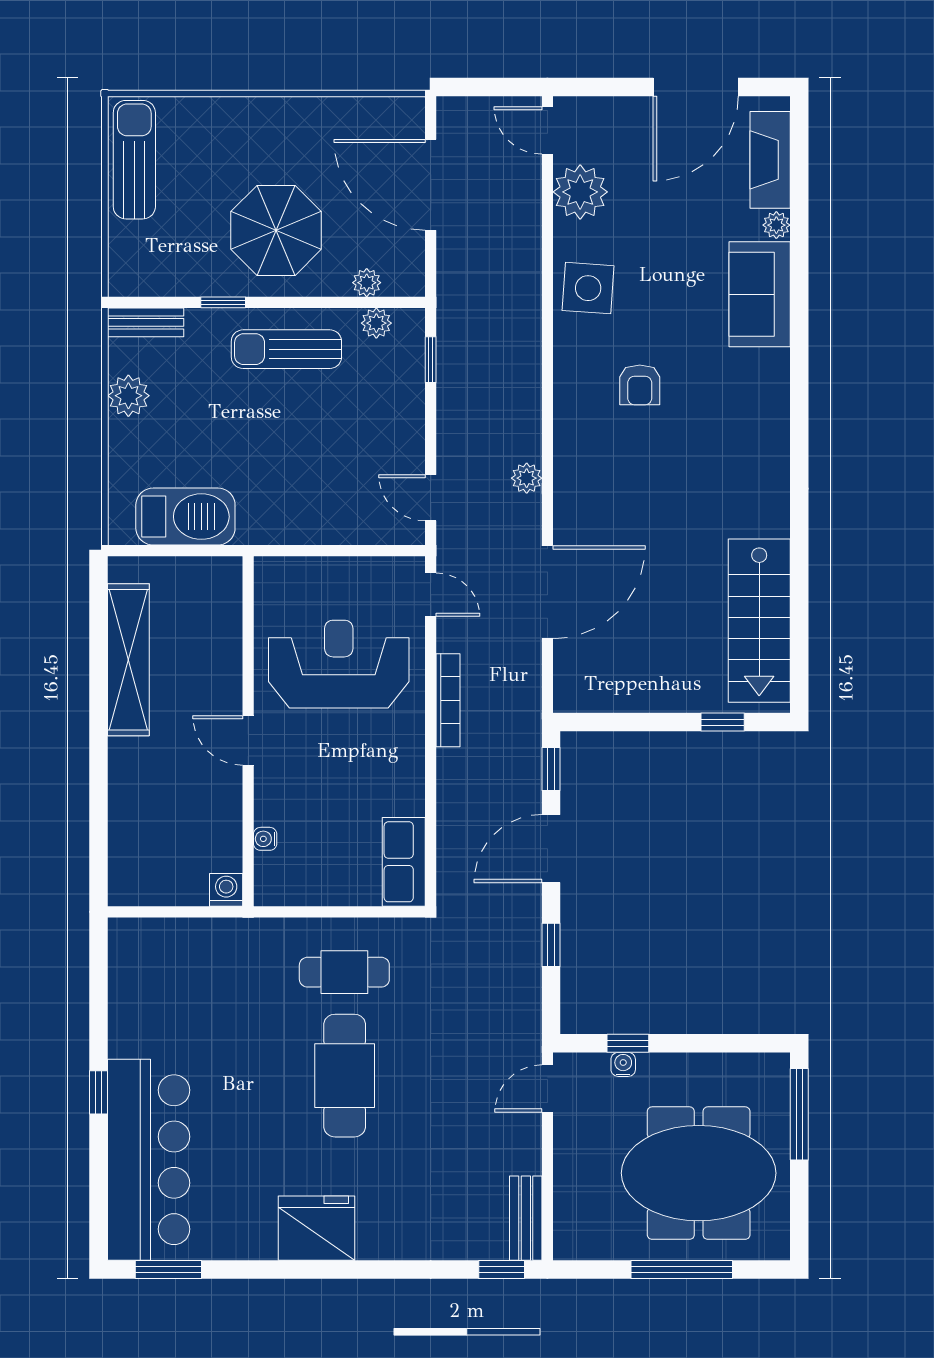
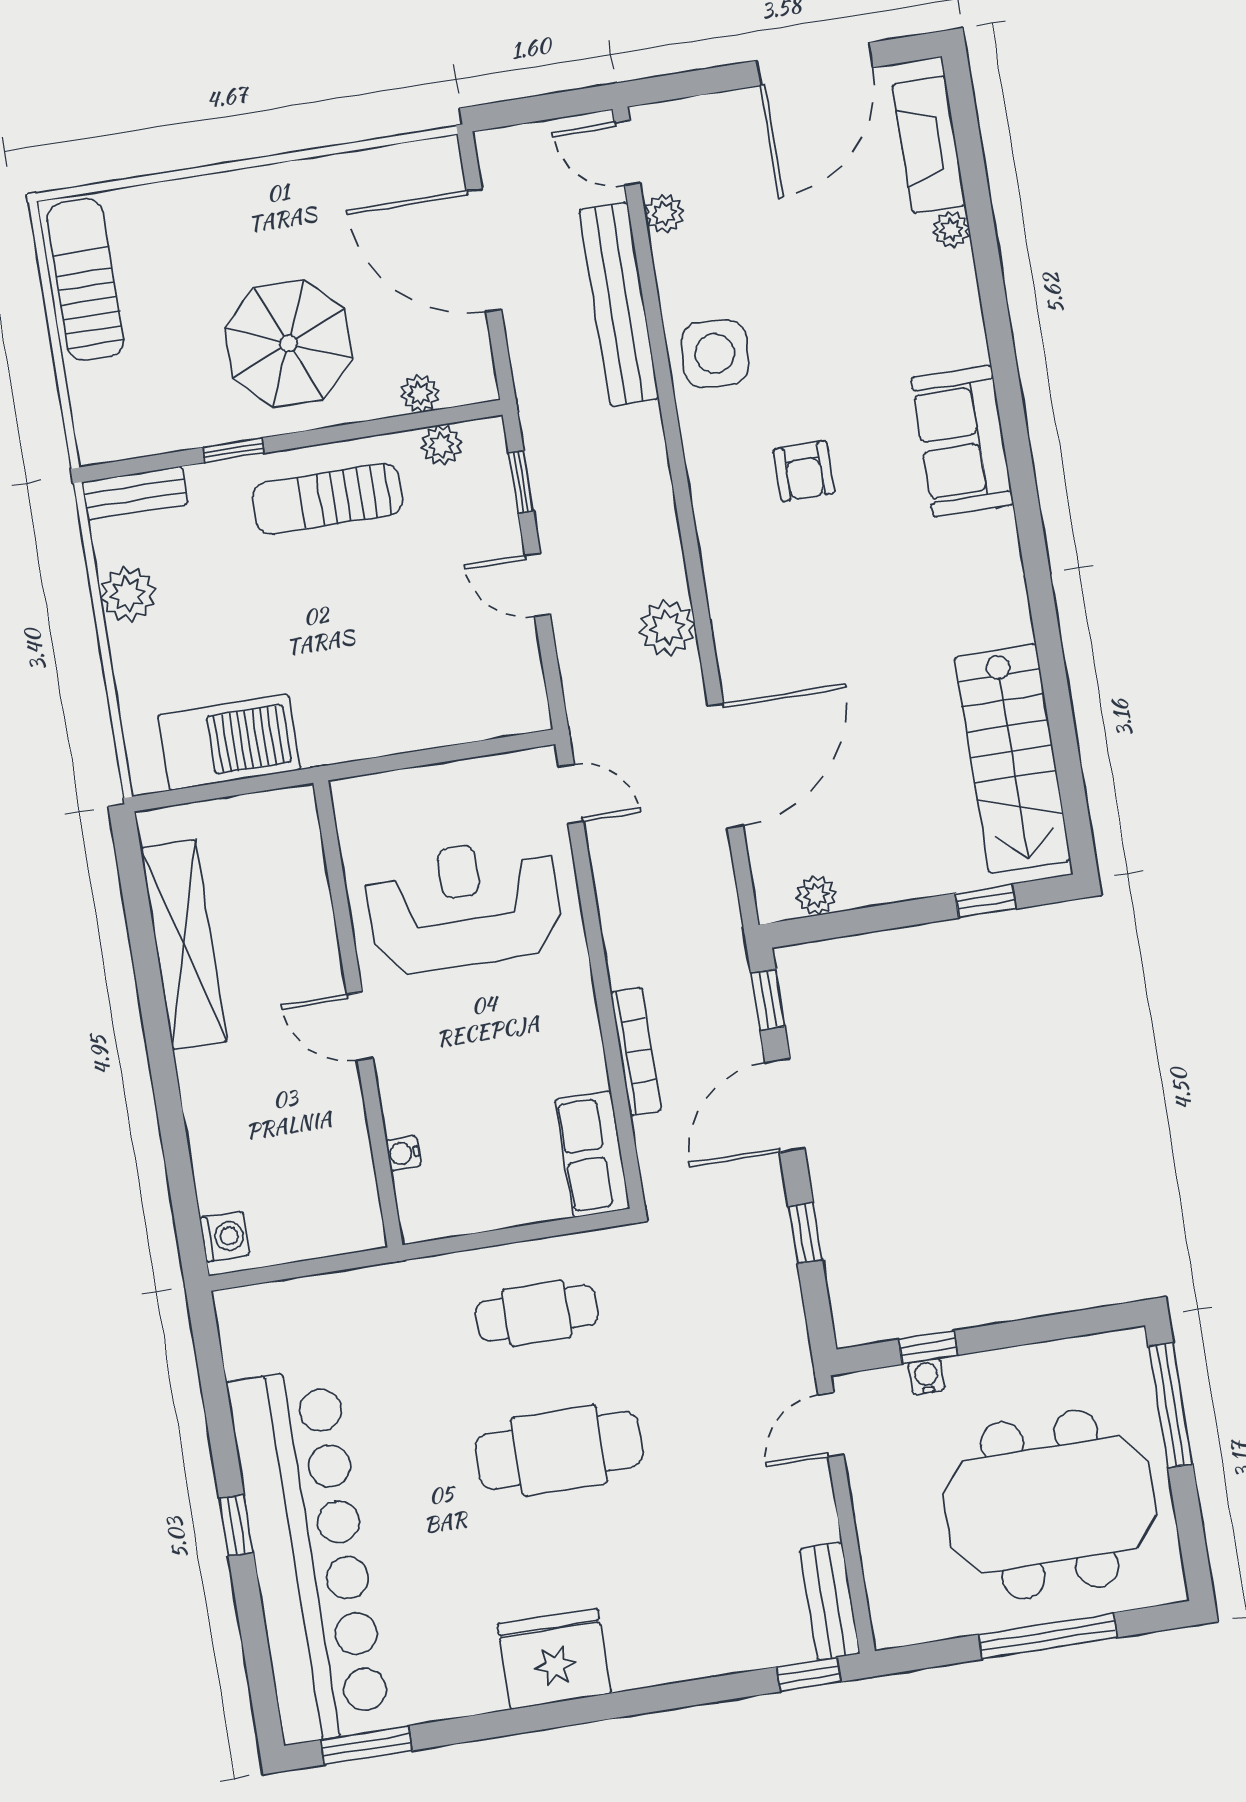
plant: (580, 192) -> (664, 214), width x0.53, depth x0.53
bench: (523, 241) -> (619, 304), added
sofa: (760, 294) -> (962, 441), moved
plant: (527, 478) -> (667, 628), width x1.38, depth x1.38
door: (431, 498) -> (537, 585), moved
plant: (599, 698) -> (816, 895), added
bookcase: (448, 700) -> (636, 1051), moved
washing machine: (226, 890) -> (225, 1237), moved, turned 90
cafe table: (345, 1076) -> (559, 1450), turned 90
bar counter: (149, 1160) -> (309, 1555), width x1.36

